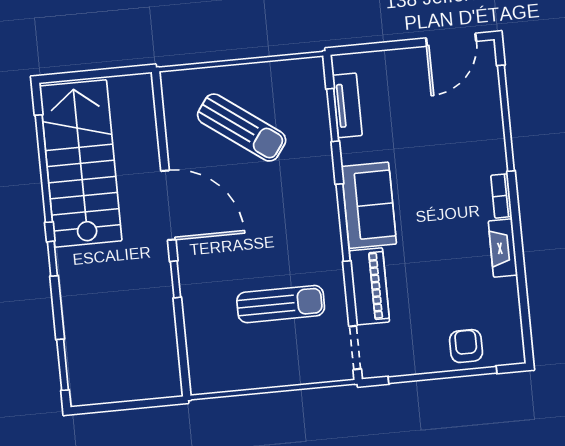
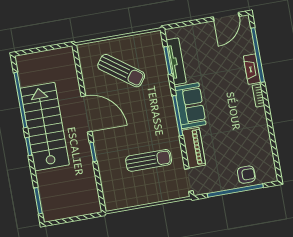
tv unit: (347, 105) -> (176, 61), width x1.41
stairs: (81, 163) -> (45, 127), moved
fireplace: (503, 248) -> (252, 69), moved
armchair: (466, 346) -> (246, 175), turned 90

